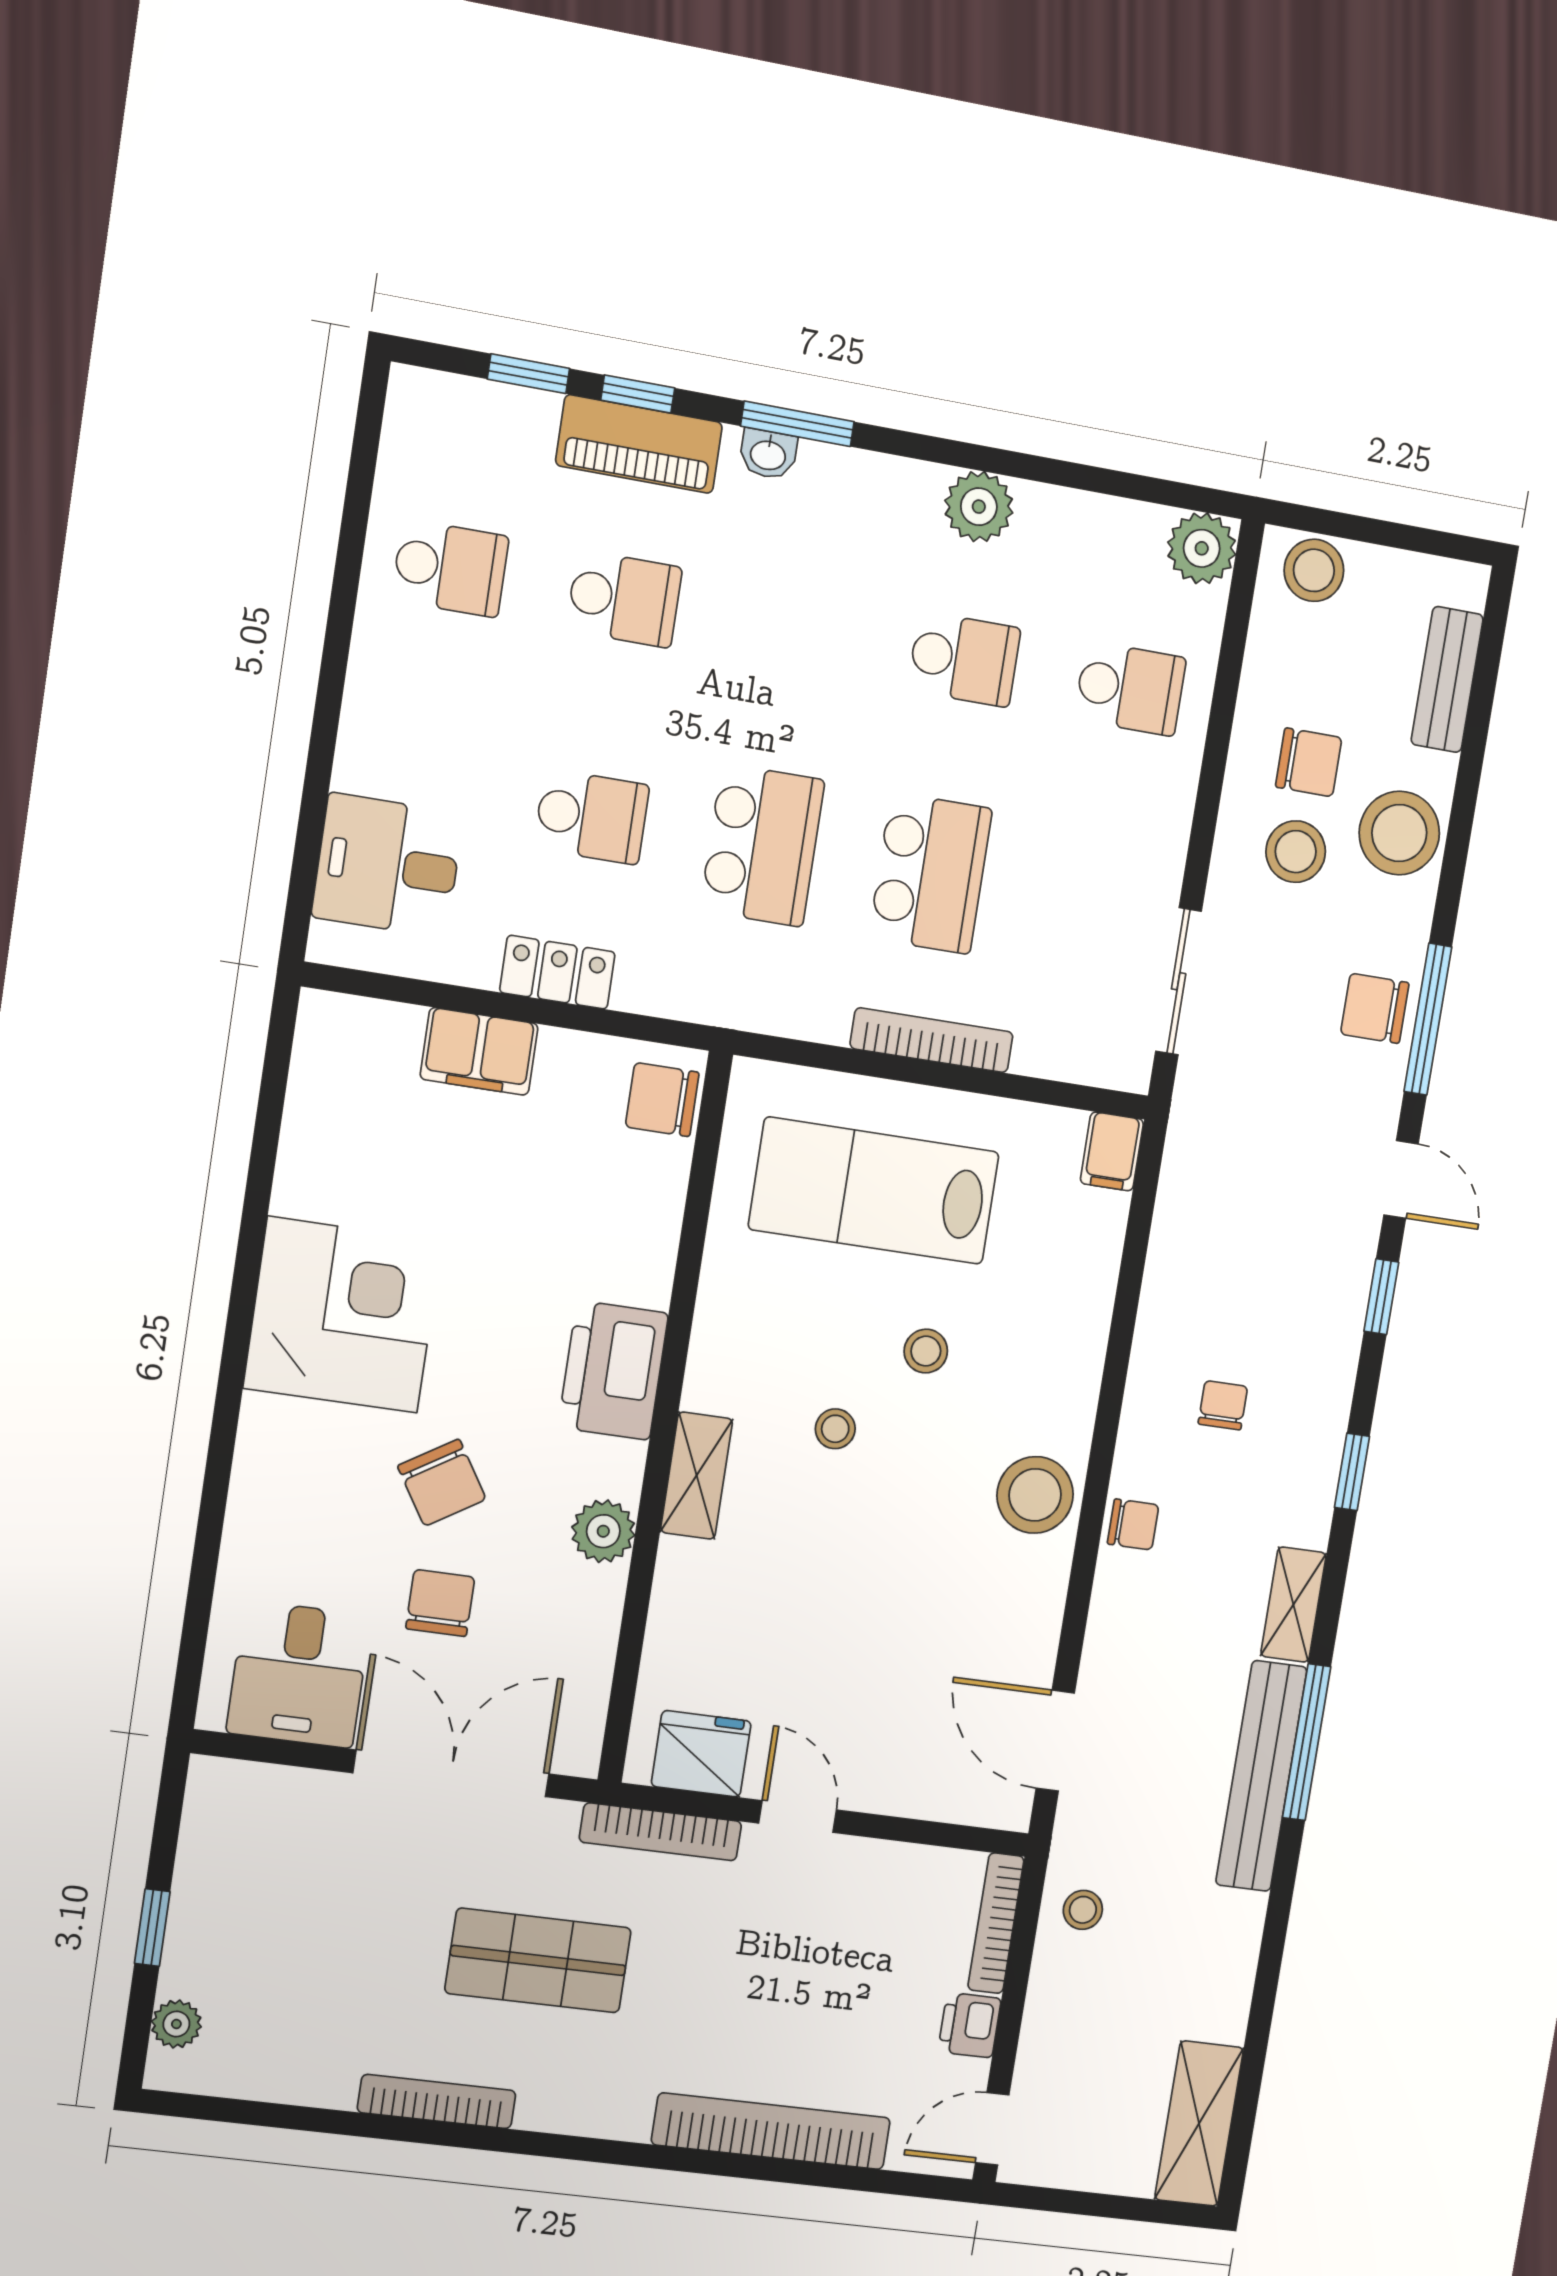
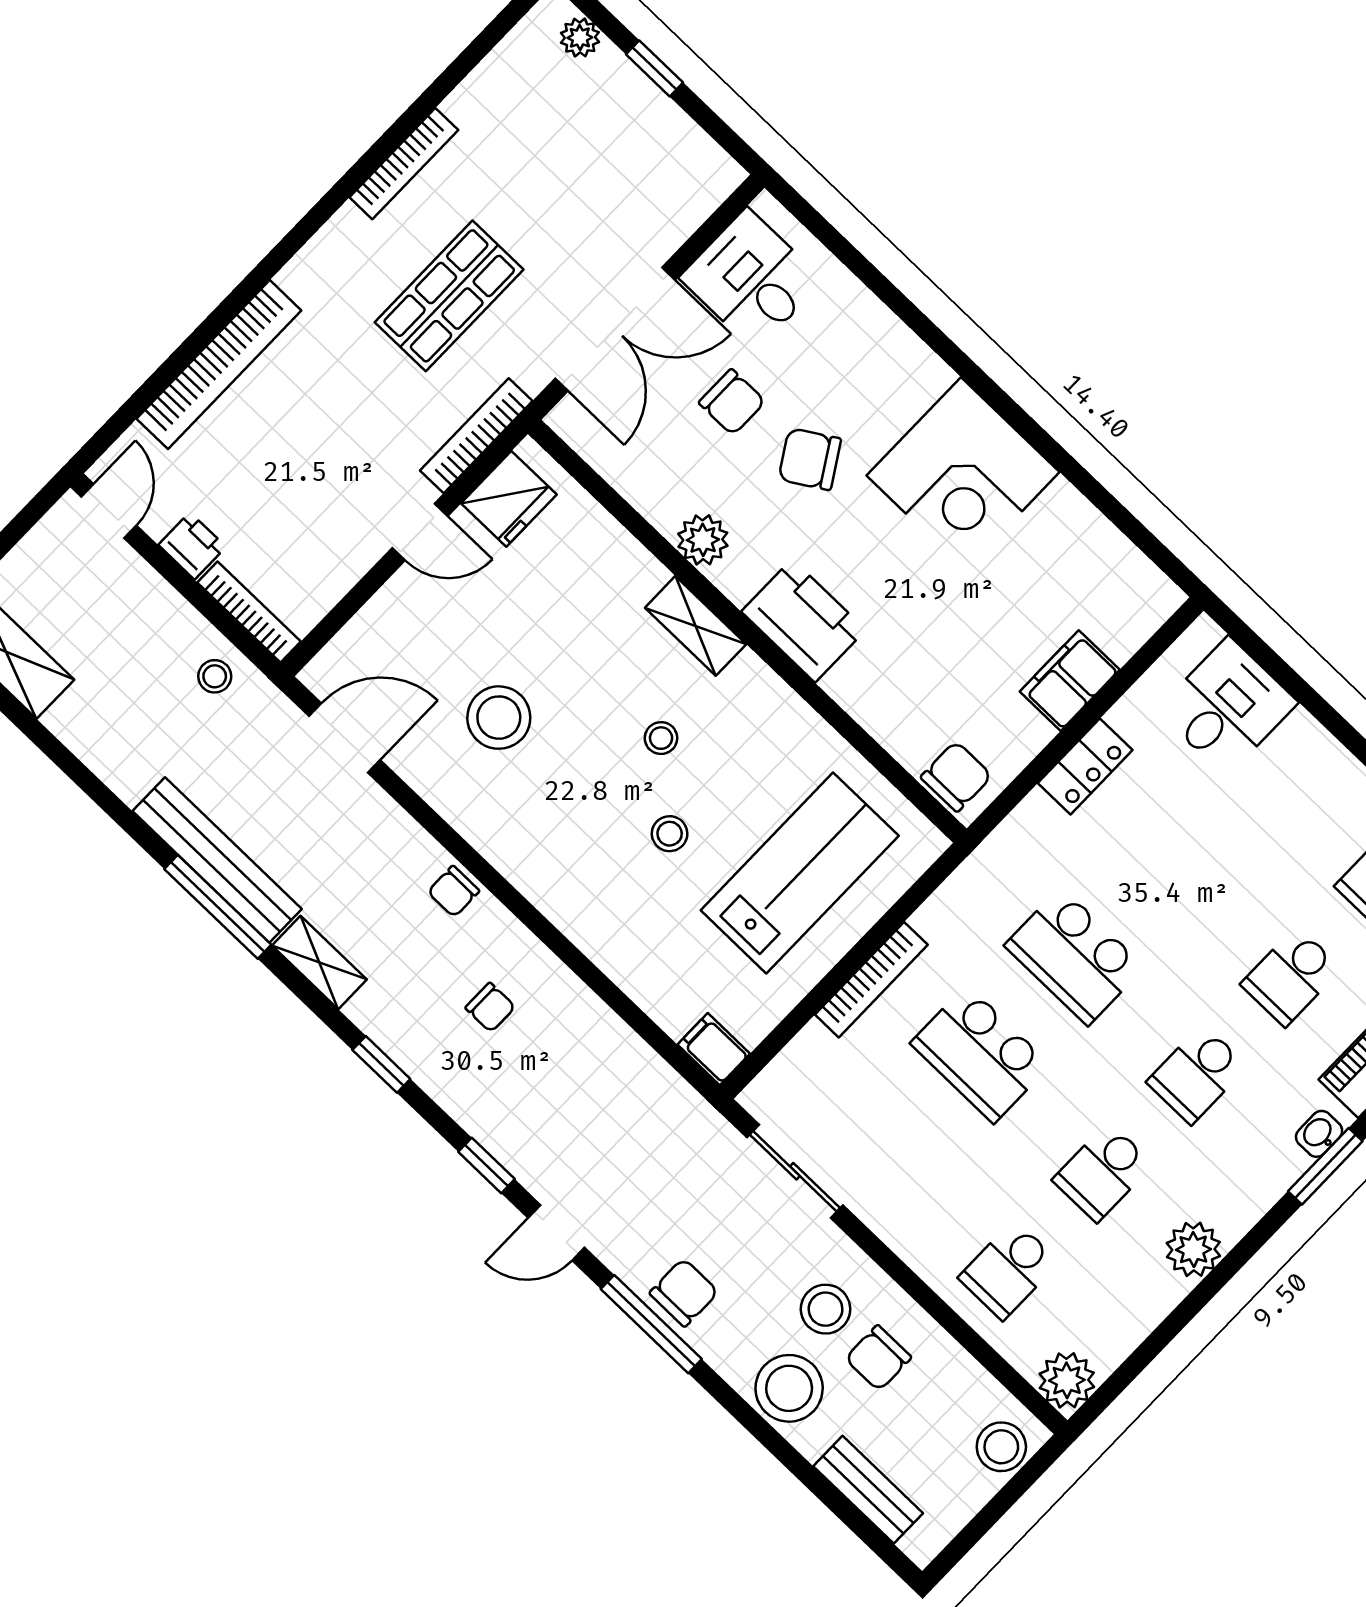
school desk: (592, 817) -> (1197, 1074), moved
stool: (1035, 1495) -> (499, 718), moved

